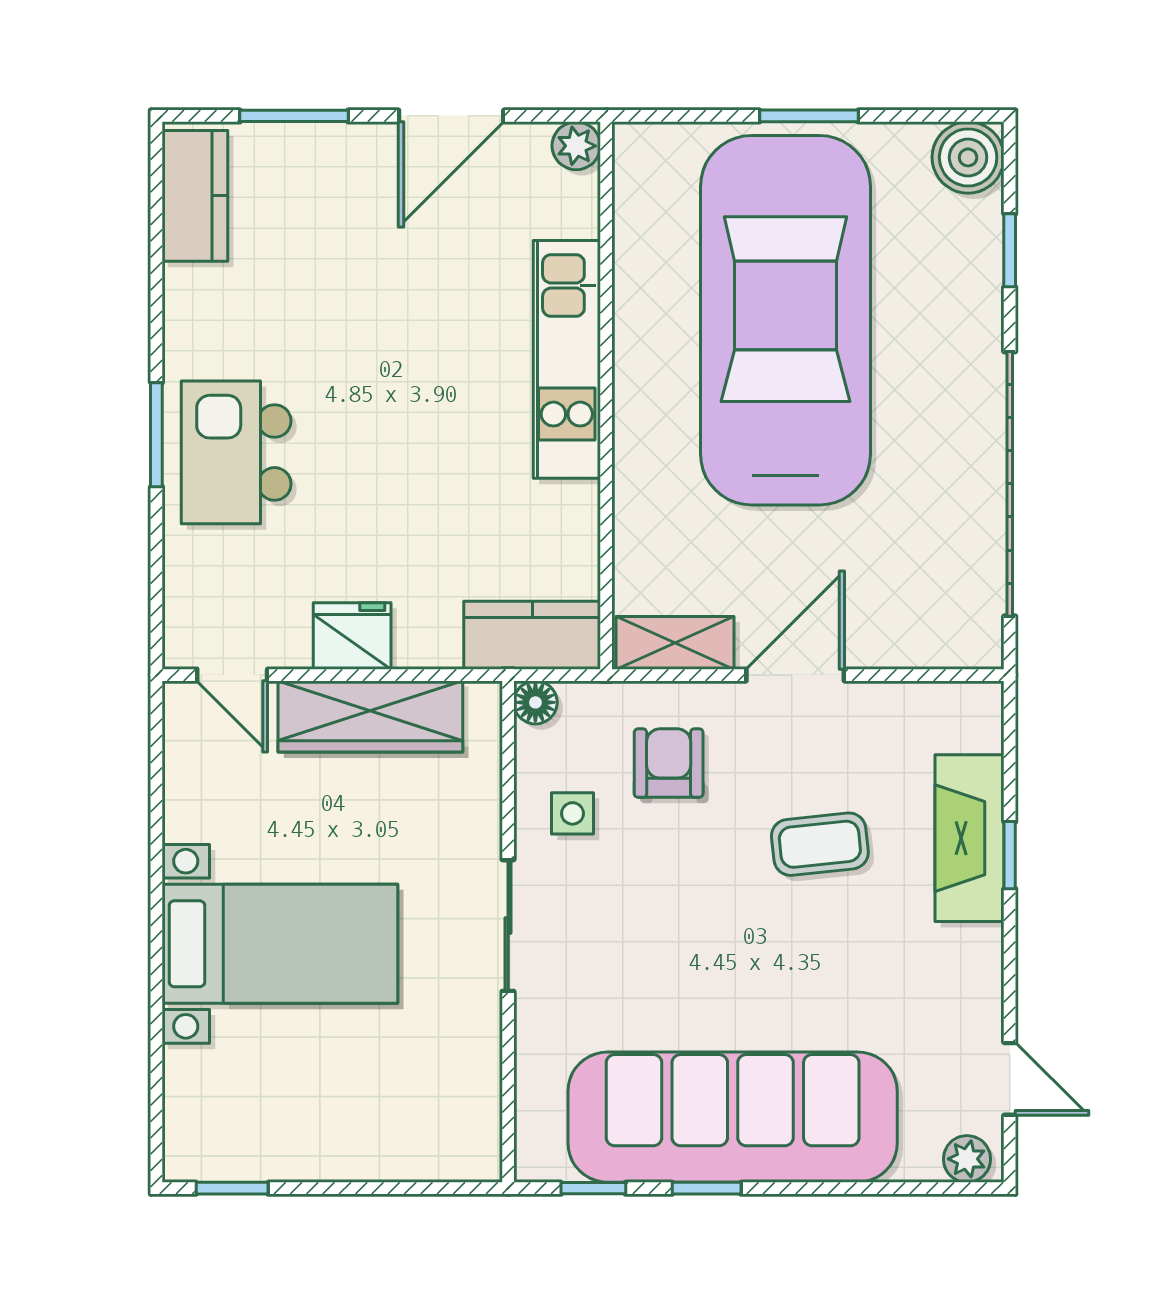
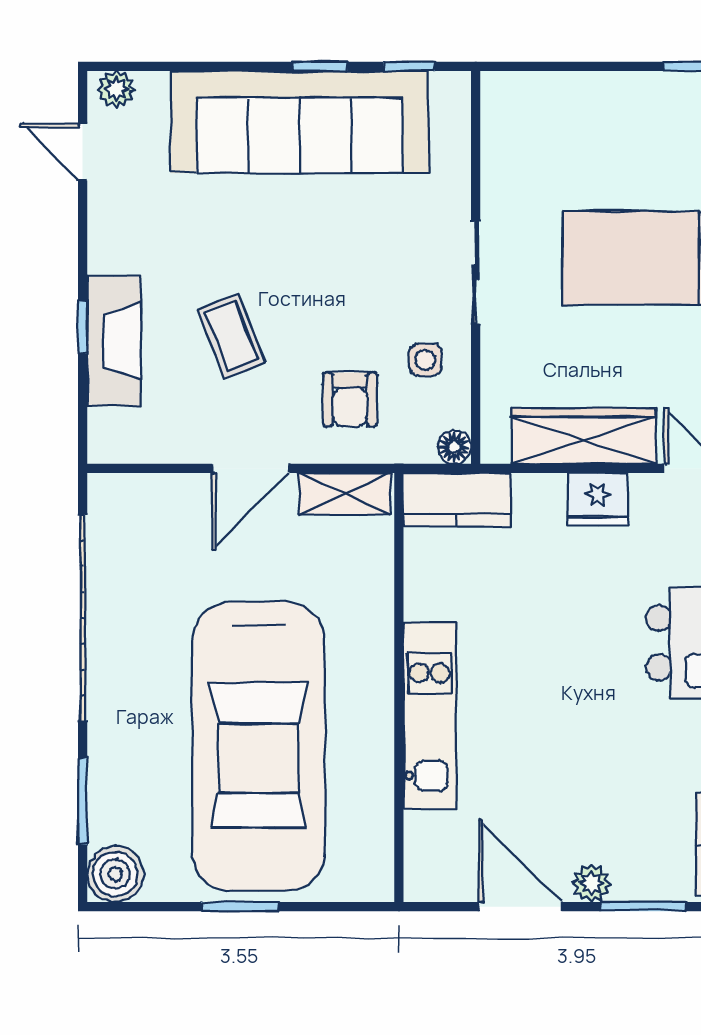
door: (451, 116) -> (520, 907), hinge flipped
plant: (576, 146) -> (591, 883), moved
window: (1010, 250) -> (83, 801), width x1.50
coffee table: (820, 844) -> (231, 336), turned 74

